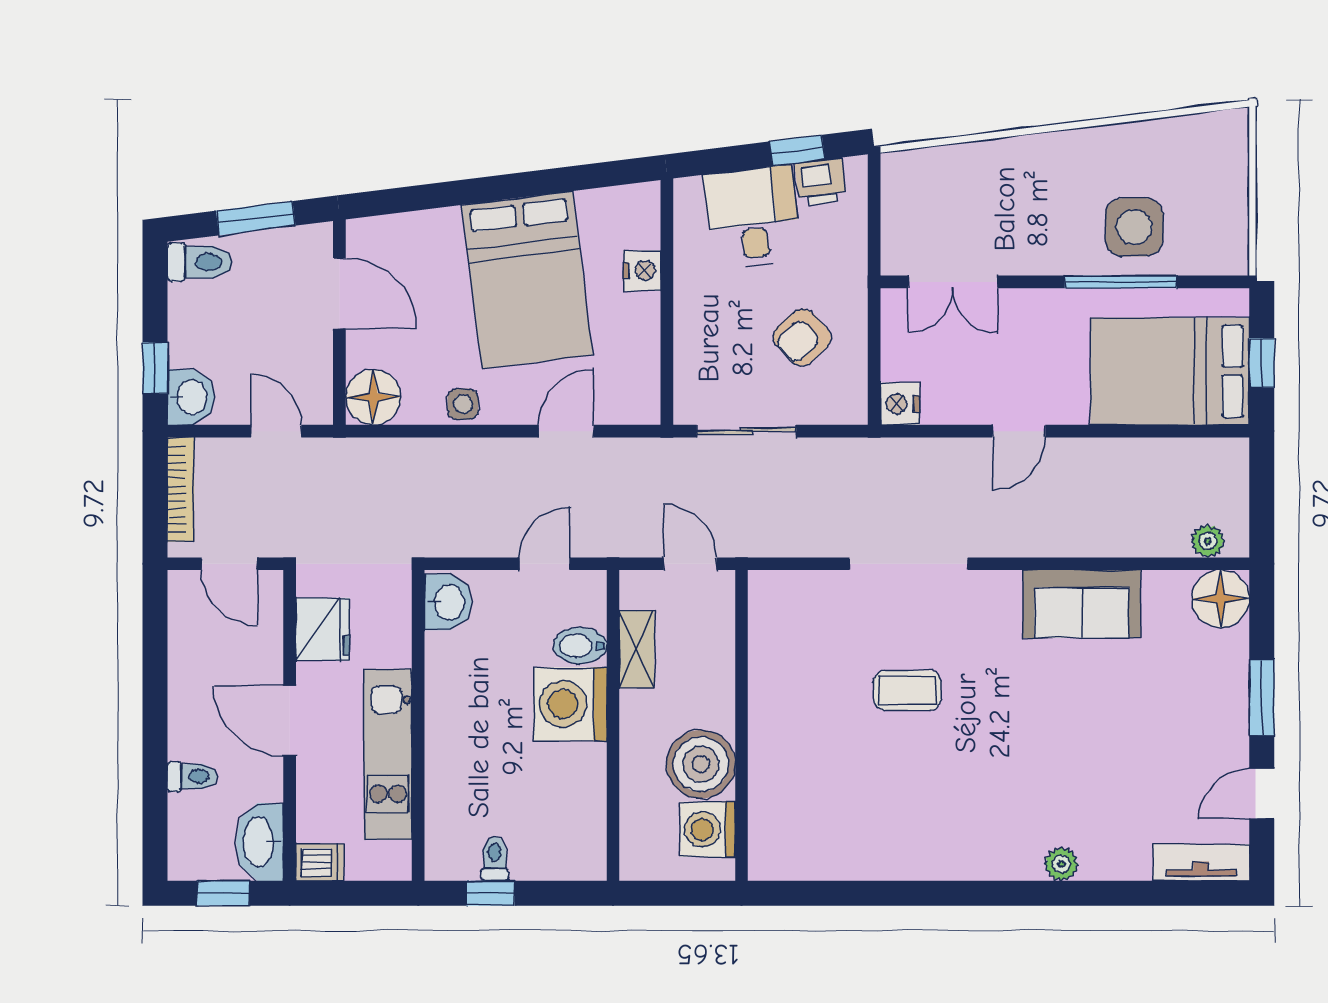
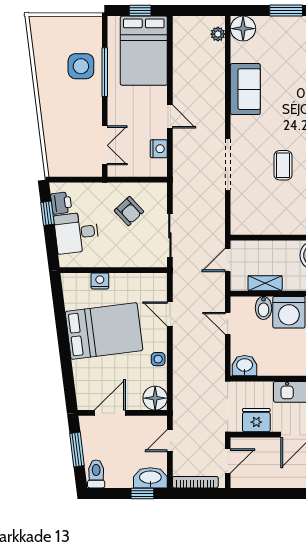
washbasin: (191, 397) -> (150, 478), width x1.38
nightstand: (900, 404) -> (159, 149), moved, turned -90

